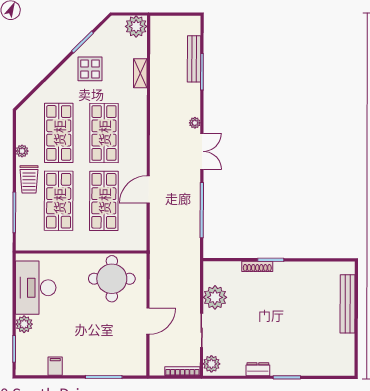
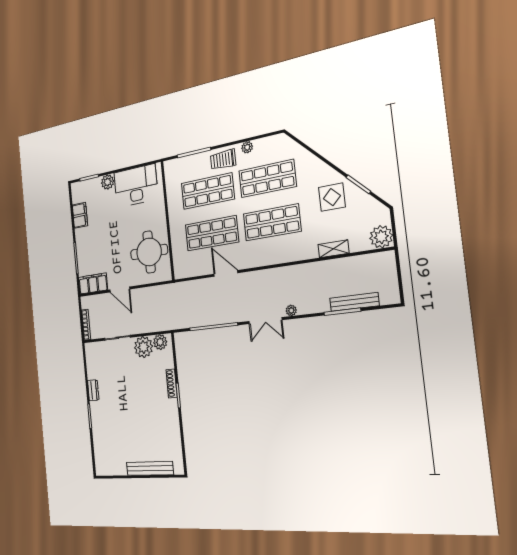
filing cabinet: (137, 356) -> (93, 284), added
plant: (211, 364) -> (160, 342), moved
filing cabinet: (55, 366) -> (80, 215), width x2.00

